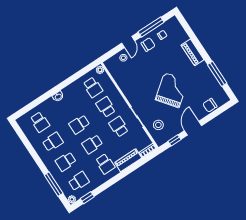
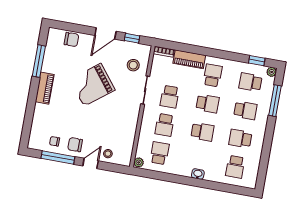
piano: (193, 52) -> (45, 88), moved
school desk: (40, 122) -> (235, 167), turned 180

